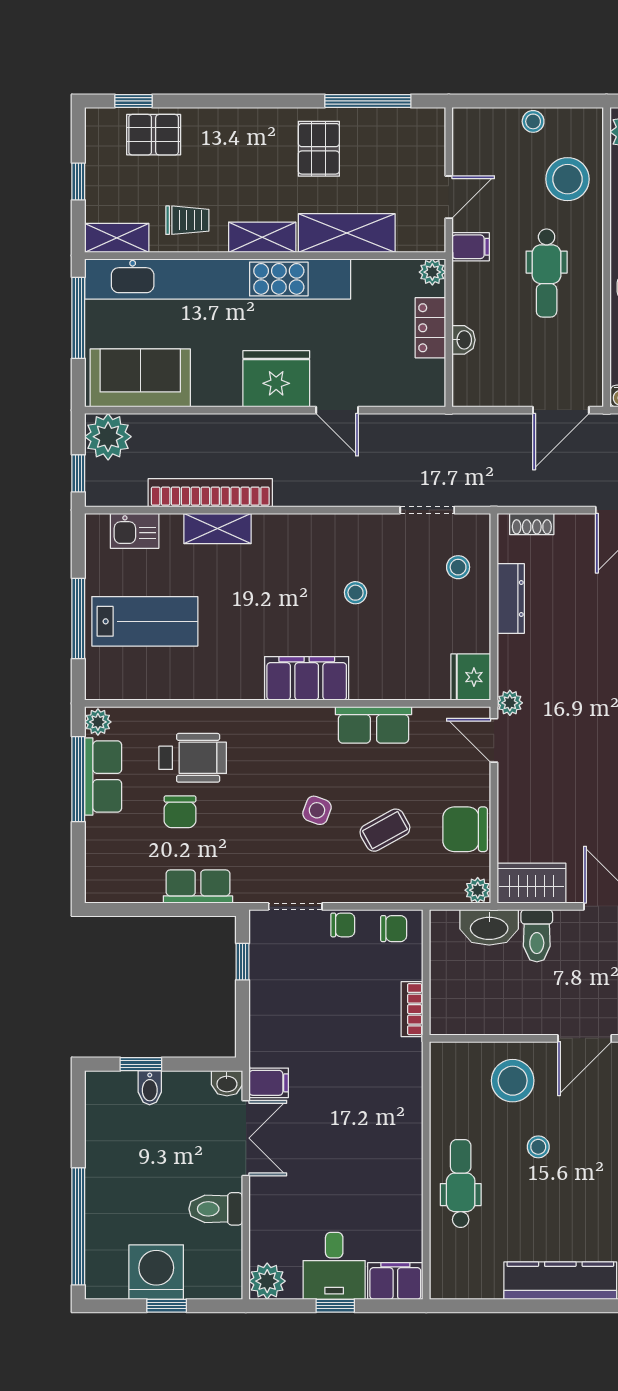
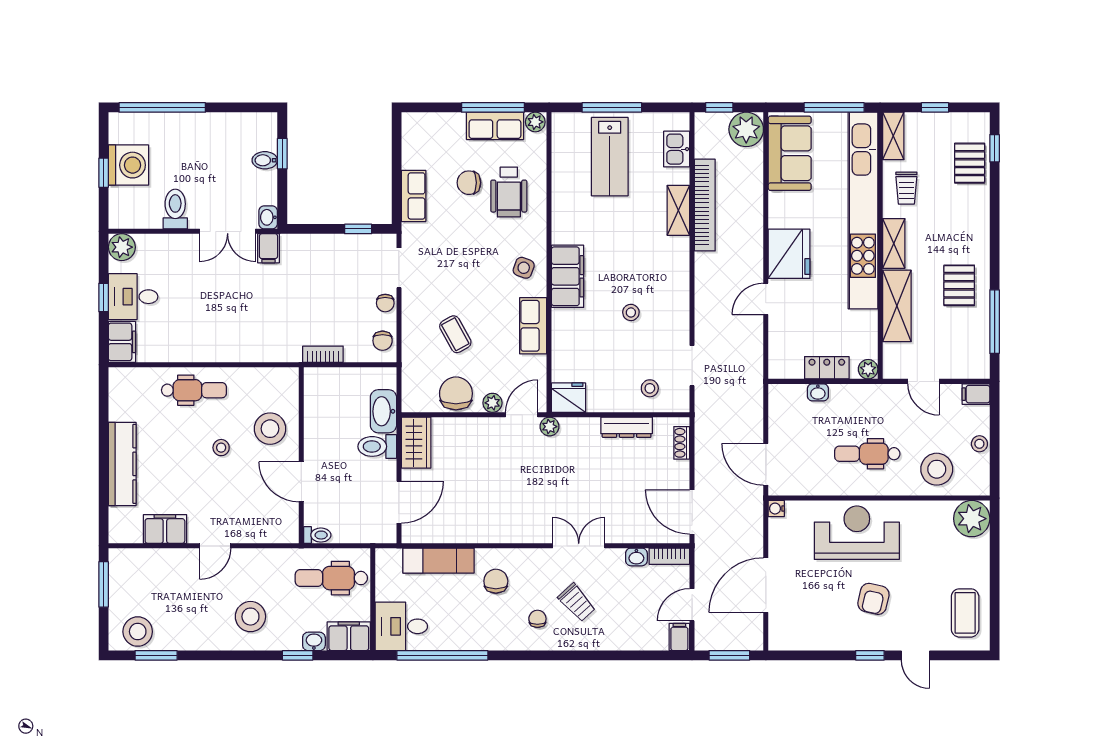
pallet: (319, 149) -> (959, 285), turned 90
filing cabinet: (471, 247) -> (976, 394), moved, turned 90
side table: (317, 810) -> (524, 268), moved
plant: (478, 890) -> (492, 403), moved

